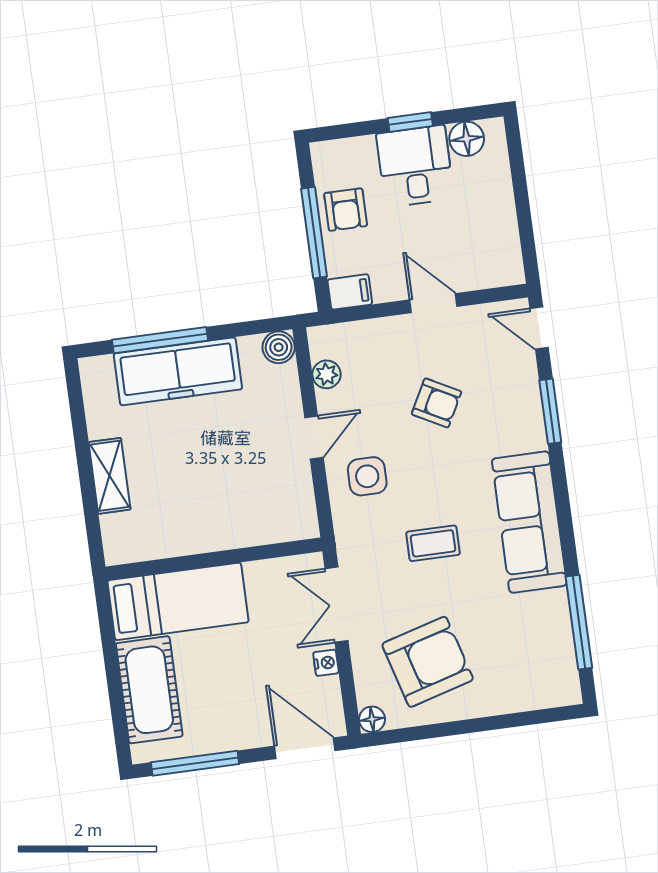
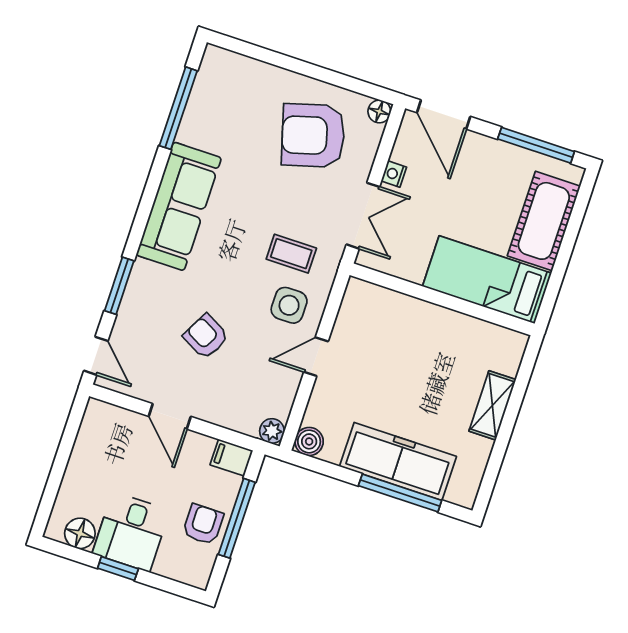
plant: (327, 374) -> (272, 431), moved
coffee table: (433, 543) -> (291, 254), moved

